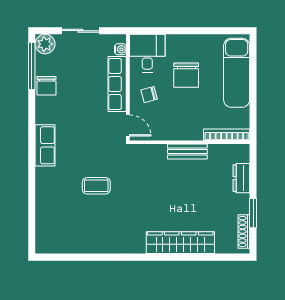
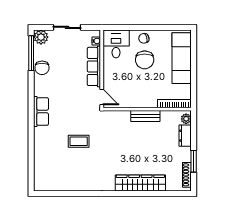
chair: (149, 95) -> (144, 38), moved
plant: (243, 155) -> (186, 119), added

